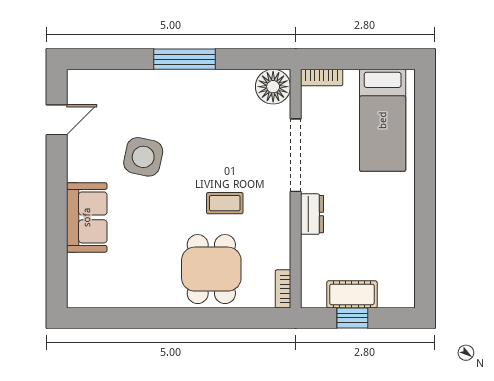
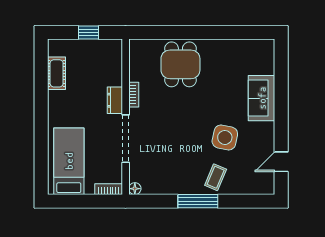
floor lamp: (273, 87) -> (135, 189), width x0.53, depth x0.53
coffee table: (225, 203) -> (216, 177), moved, turned -67
bookcase: (283, 289) -> (134, 95), moved
cot: (352, 294) -> (57, 73), moved, turned 90

